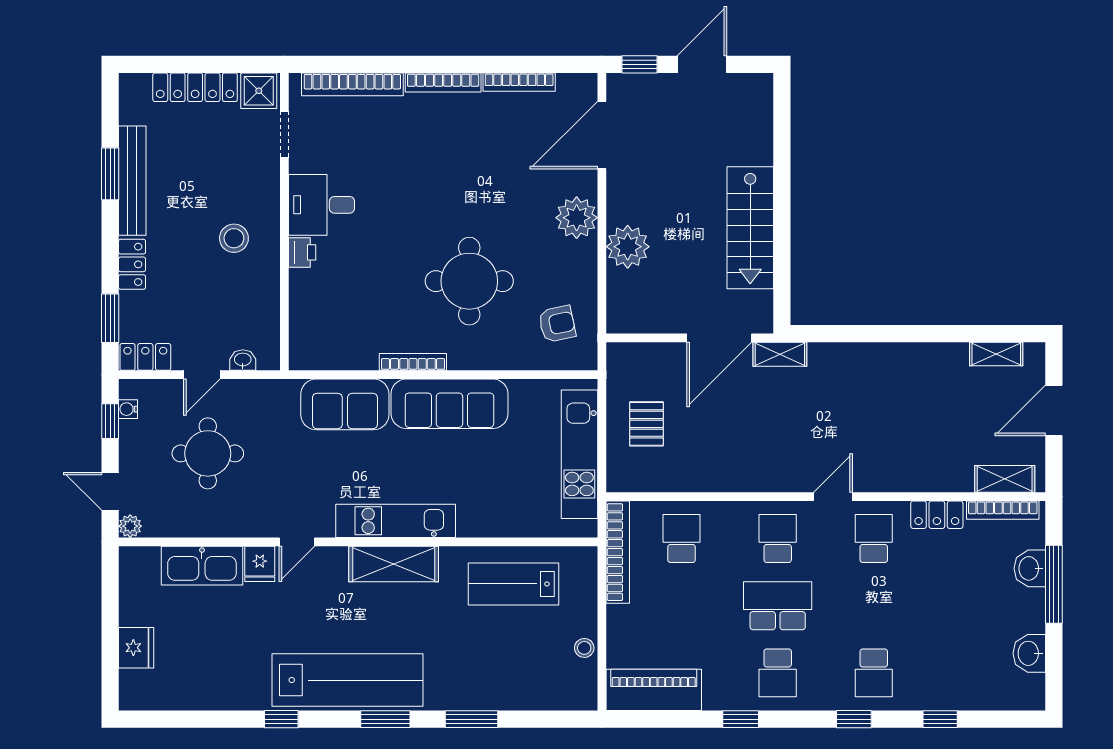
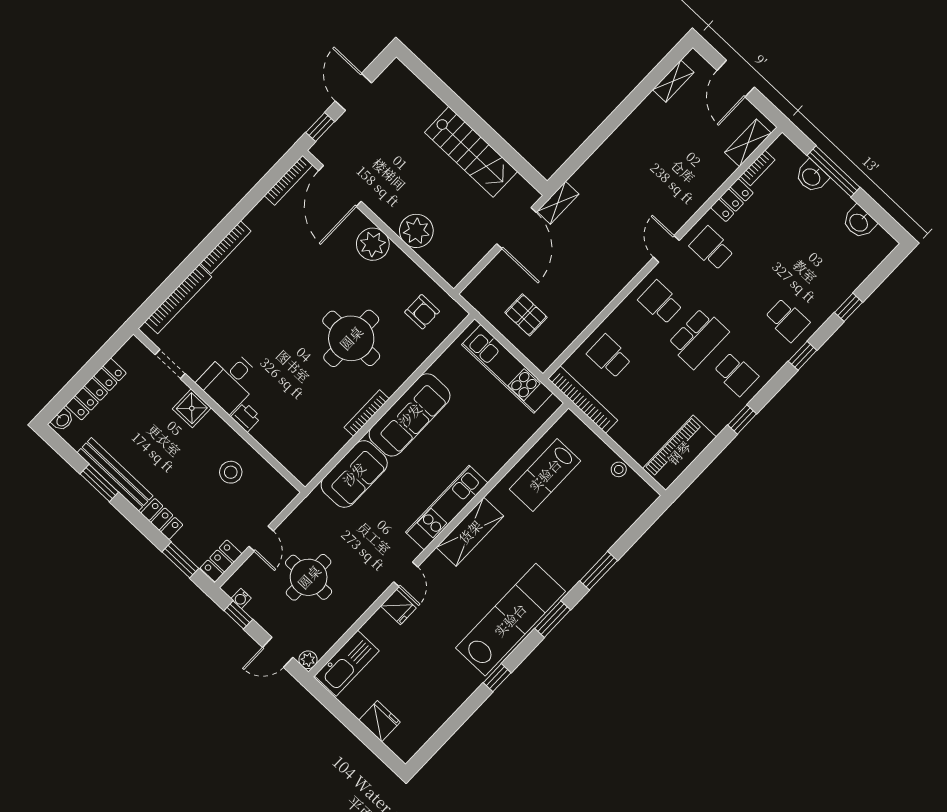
bookcase: (519, 82) -> (289, 180), moved
shower: (259, 91) -> (192, 408), moved
stool: (234, 238) -> (231, 472), moved
armchair: (557, 324) -> (422, 312), turned 102
washbasin: (243, 360) -> (62, 420), moved, turned 180
bookcase: (1003, 510) -> (758, 168), width x0.64
kitchen sink: (202, 566) -> (347, 663), moved
school desk: (778, 606) -> (698, 338), turned 180

